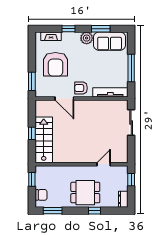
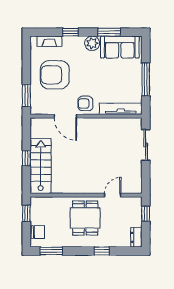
armchair: (55, 64) -> (55, 75), turned 90
dining table: (85, 193) -> (85, 218), moved, turned 90

